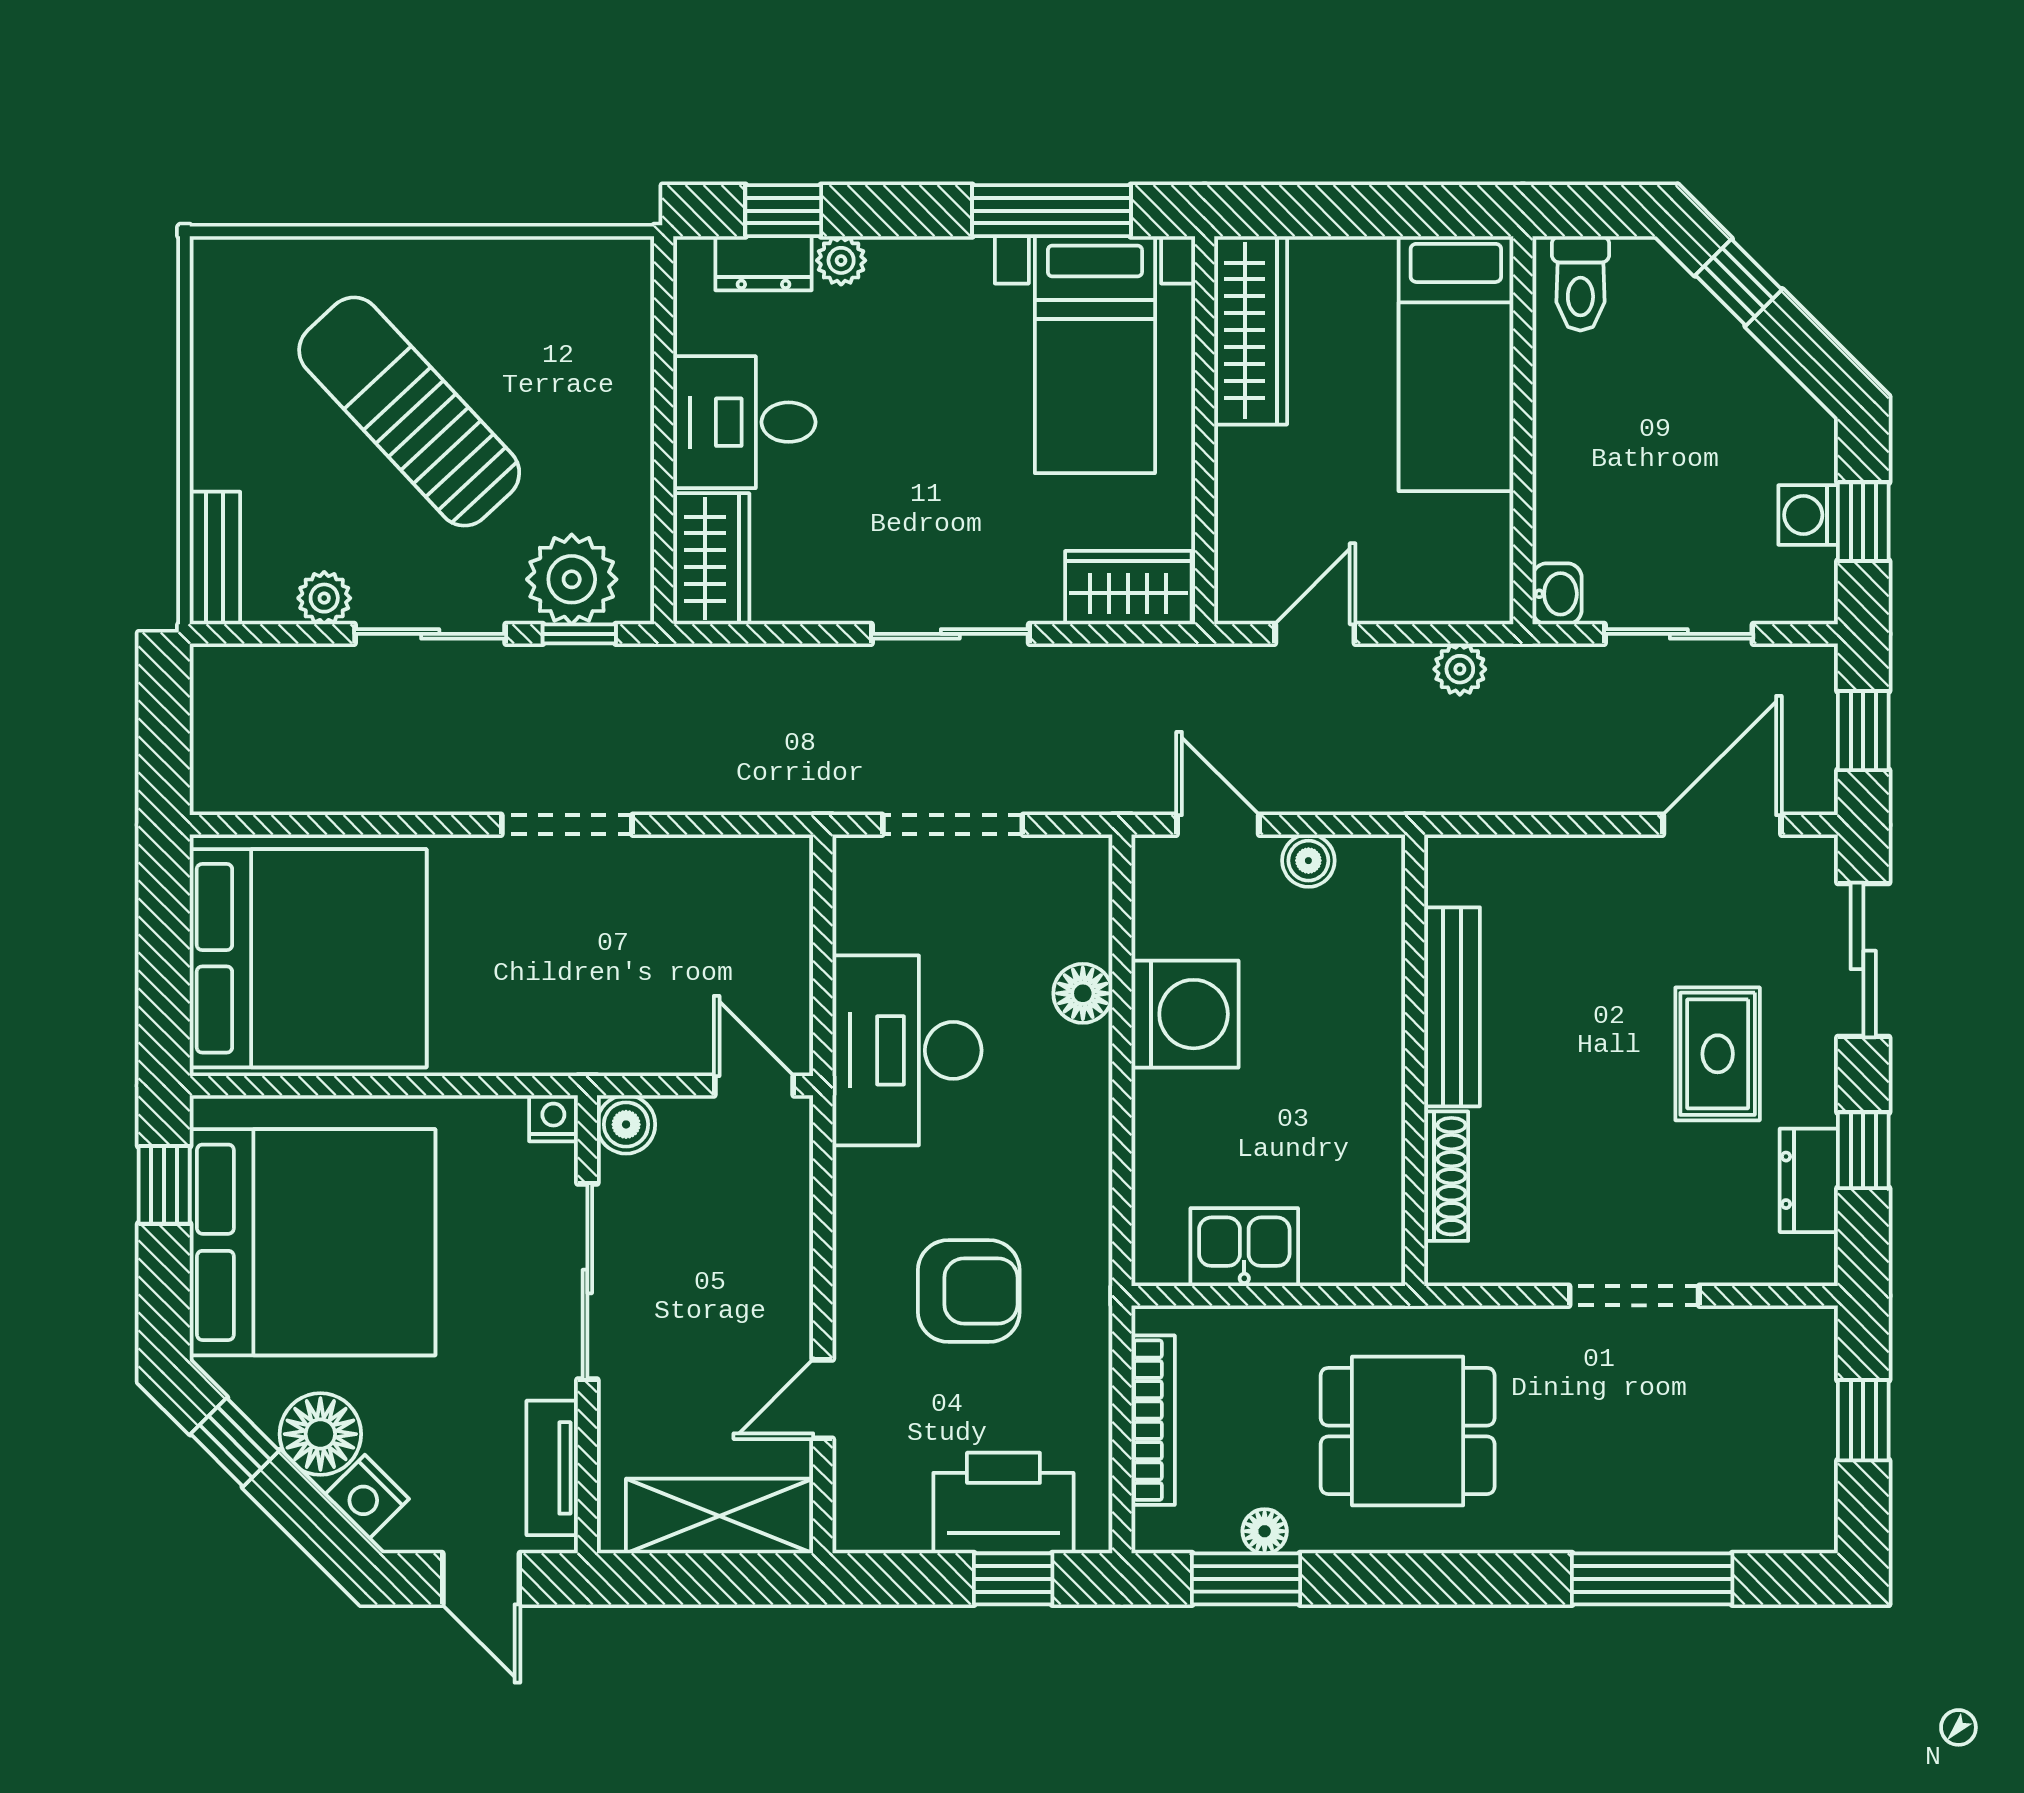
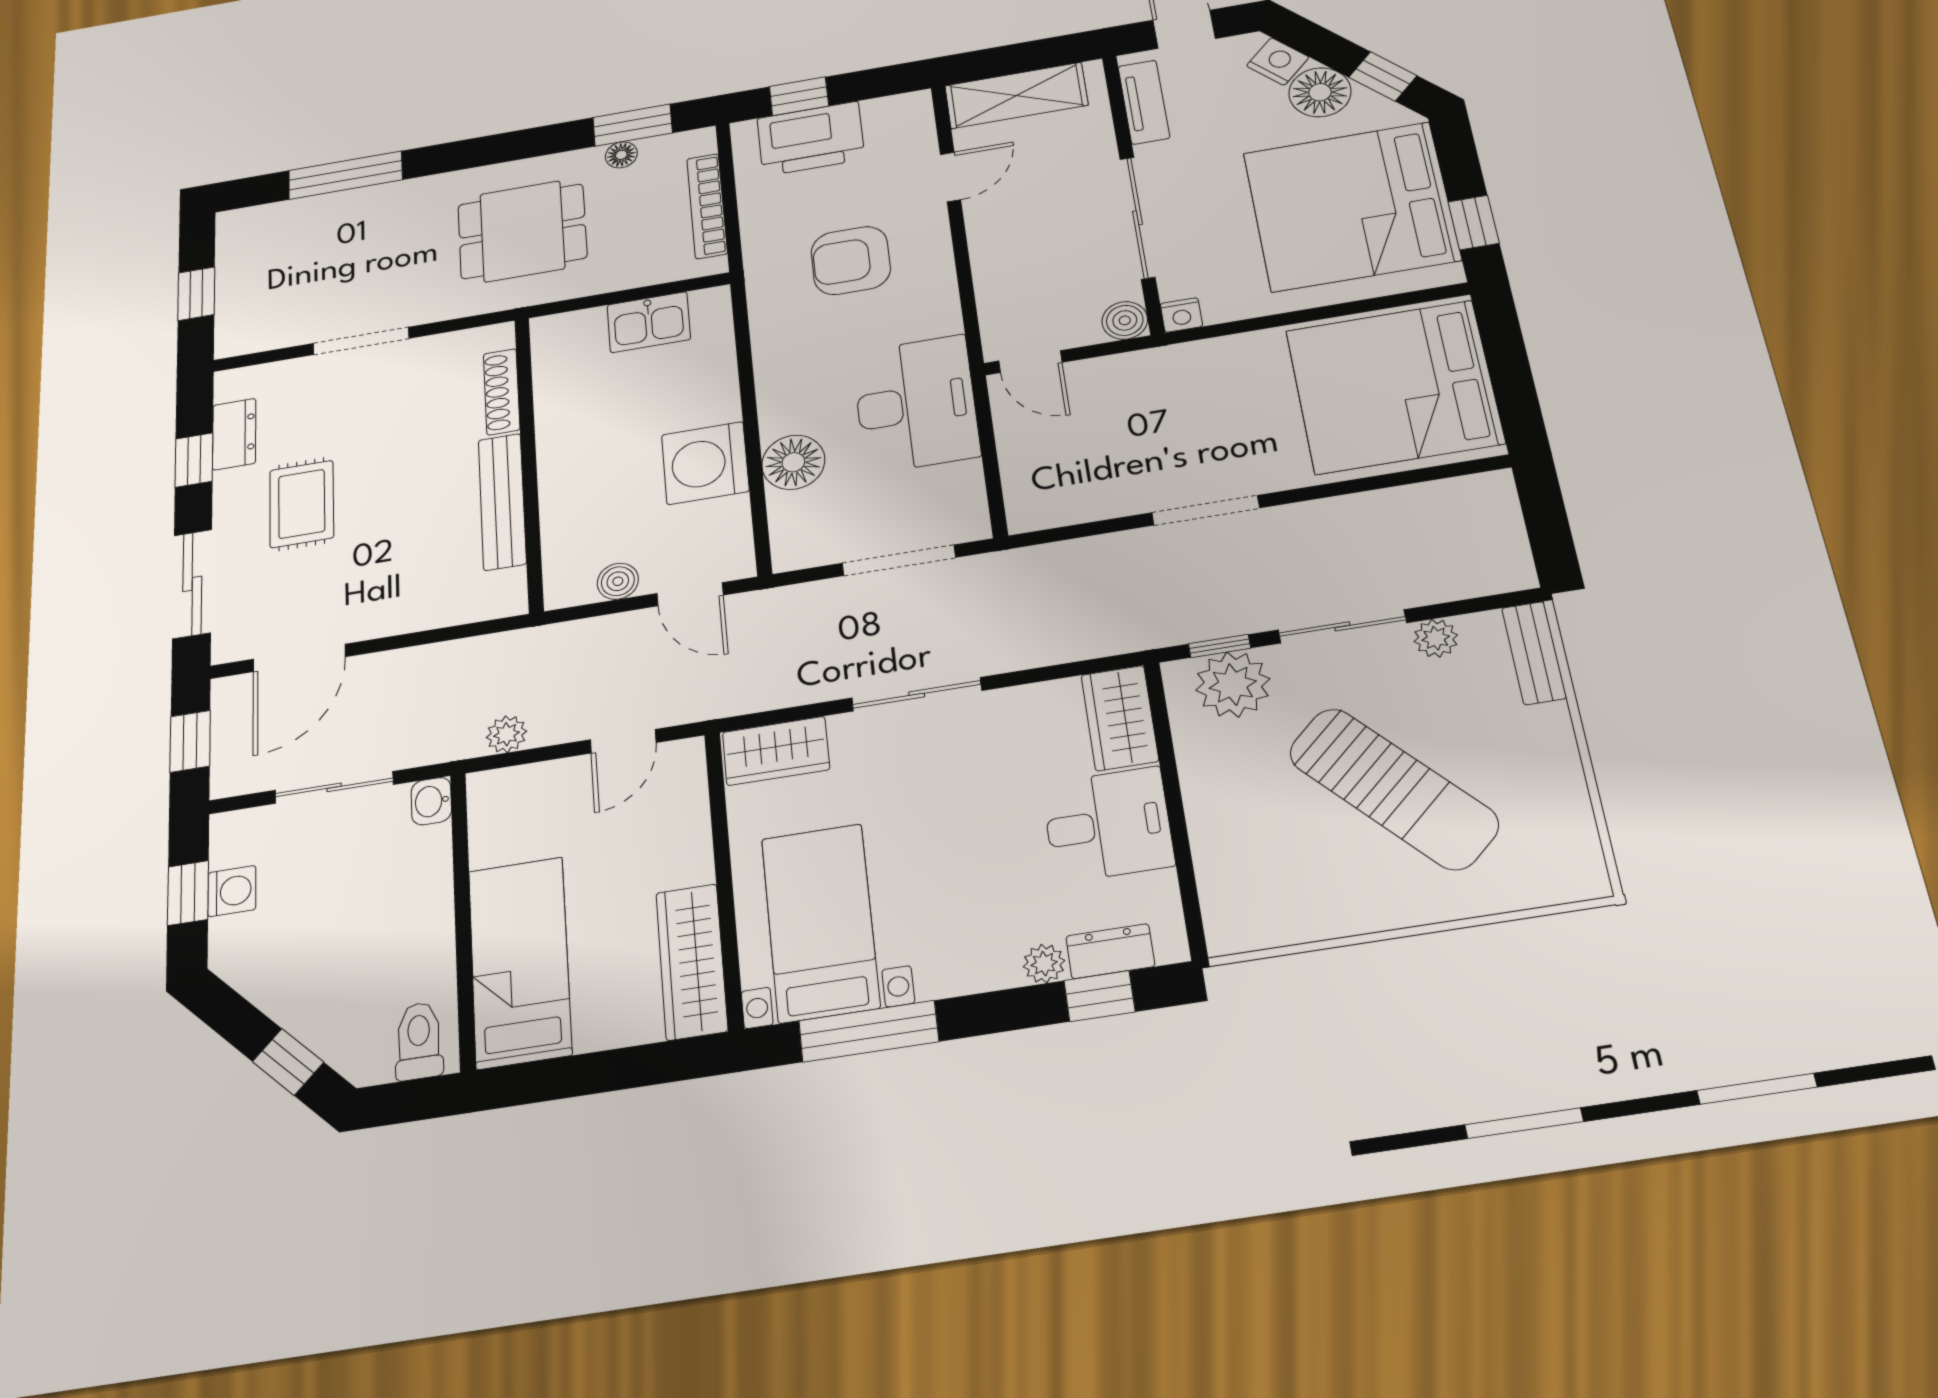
floor lamp: (1083, 993) -> (793, 462), width x1.38, depth x1.38

